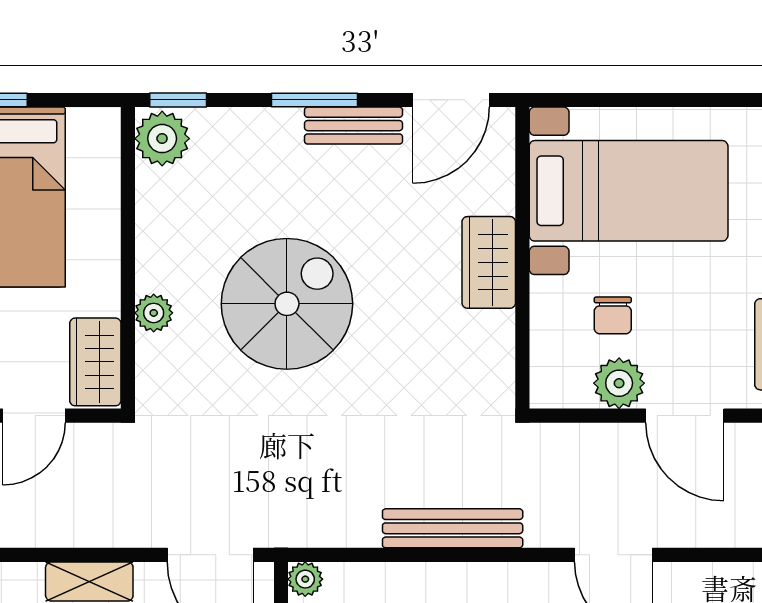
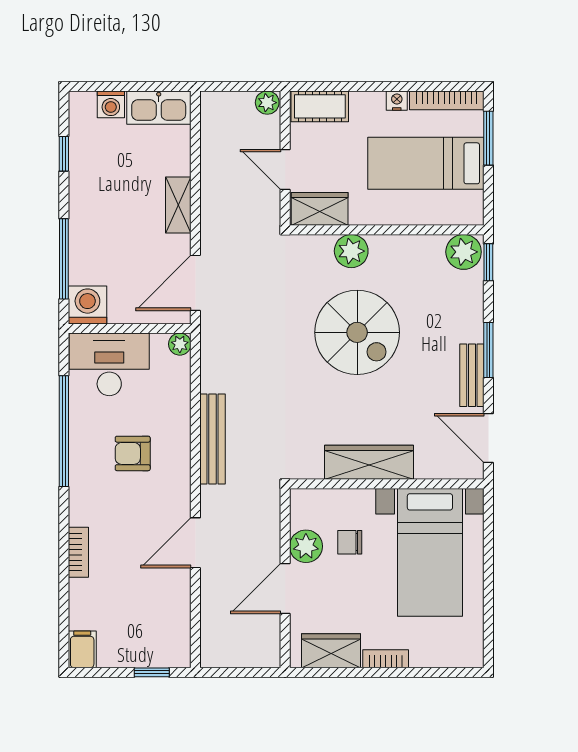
wardrobe: (489, 262) -> (369, 462), width x1.50
plant: (154, 313) -> (351, 251), width x1.38, depth x1.38

